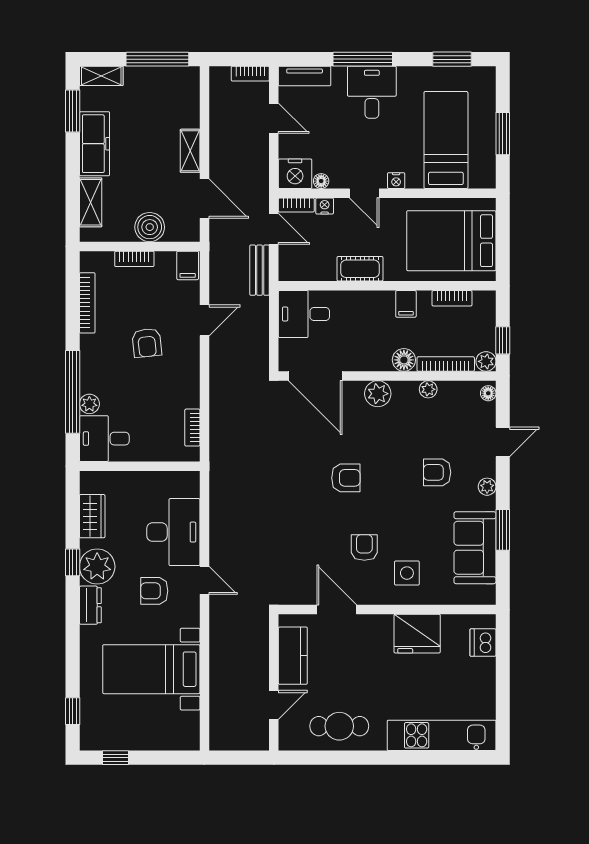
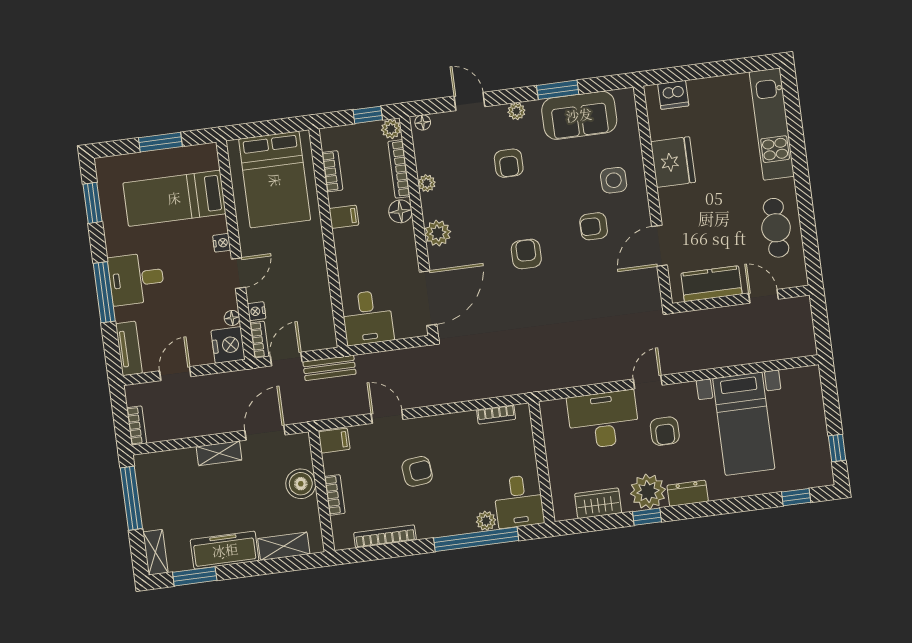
bookcase: (250, 74) -> (137, 426), moved
cot: (360, 269) -> (315, 267), removed

